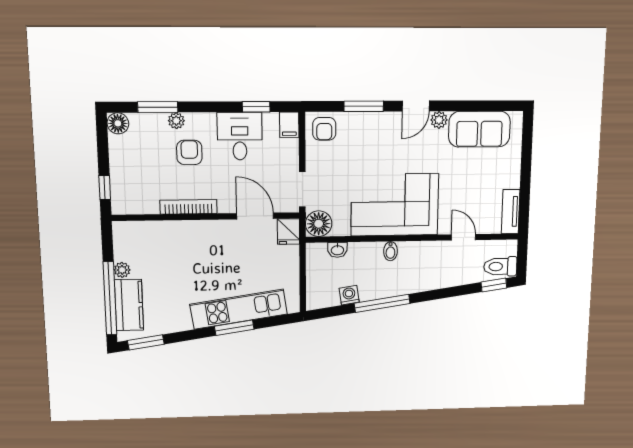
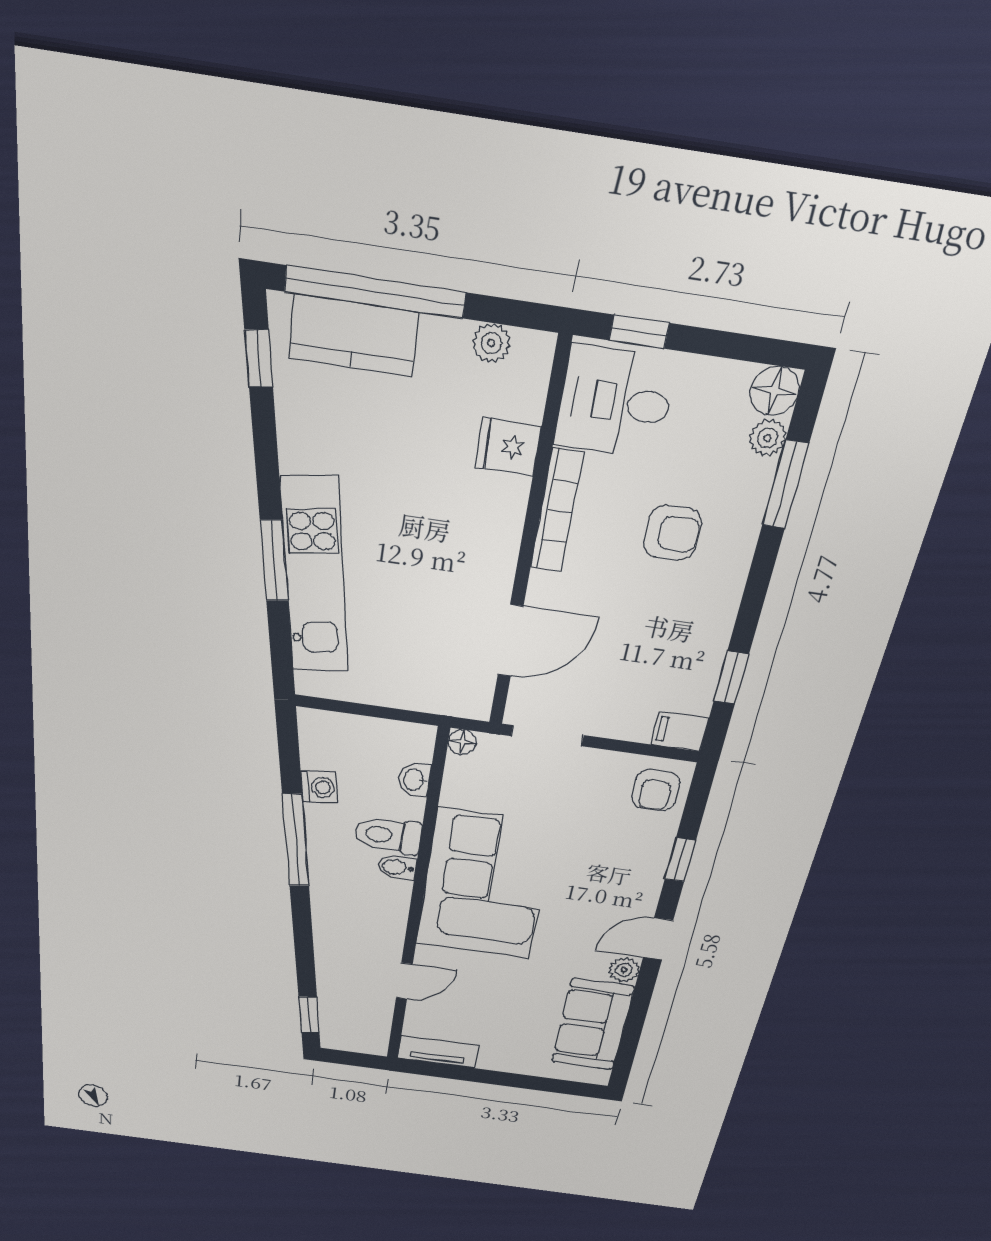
window: (364, 106) -> (680, 860), width x0.67
door: (416, 106) -> (658, 939), hinge flipped
plant: (176, 121) -> (768, 438), moved
armchair: (324, 129) -> (656, 790), turned -90
desk: (240, 136) -> (615, 402), moved, turned 180
floor lamp: (319, 224) -> (462, 742), width x0.53, depth x0.53
fridge: (288, 232) -> (508, 447), moved
toilet: (500, 266) -> (388, 835), moved, turned -90
plant: (122, 270) -> (491, 343), moved
window: (146, 342) -> (259, 359), width x0.67

